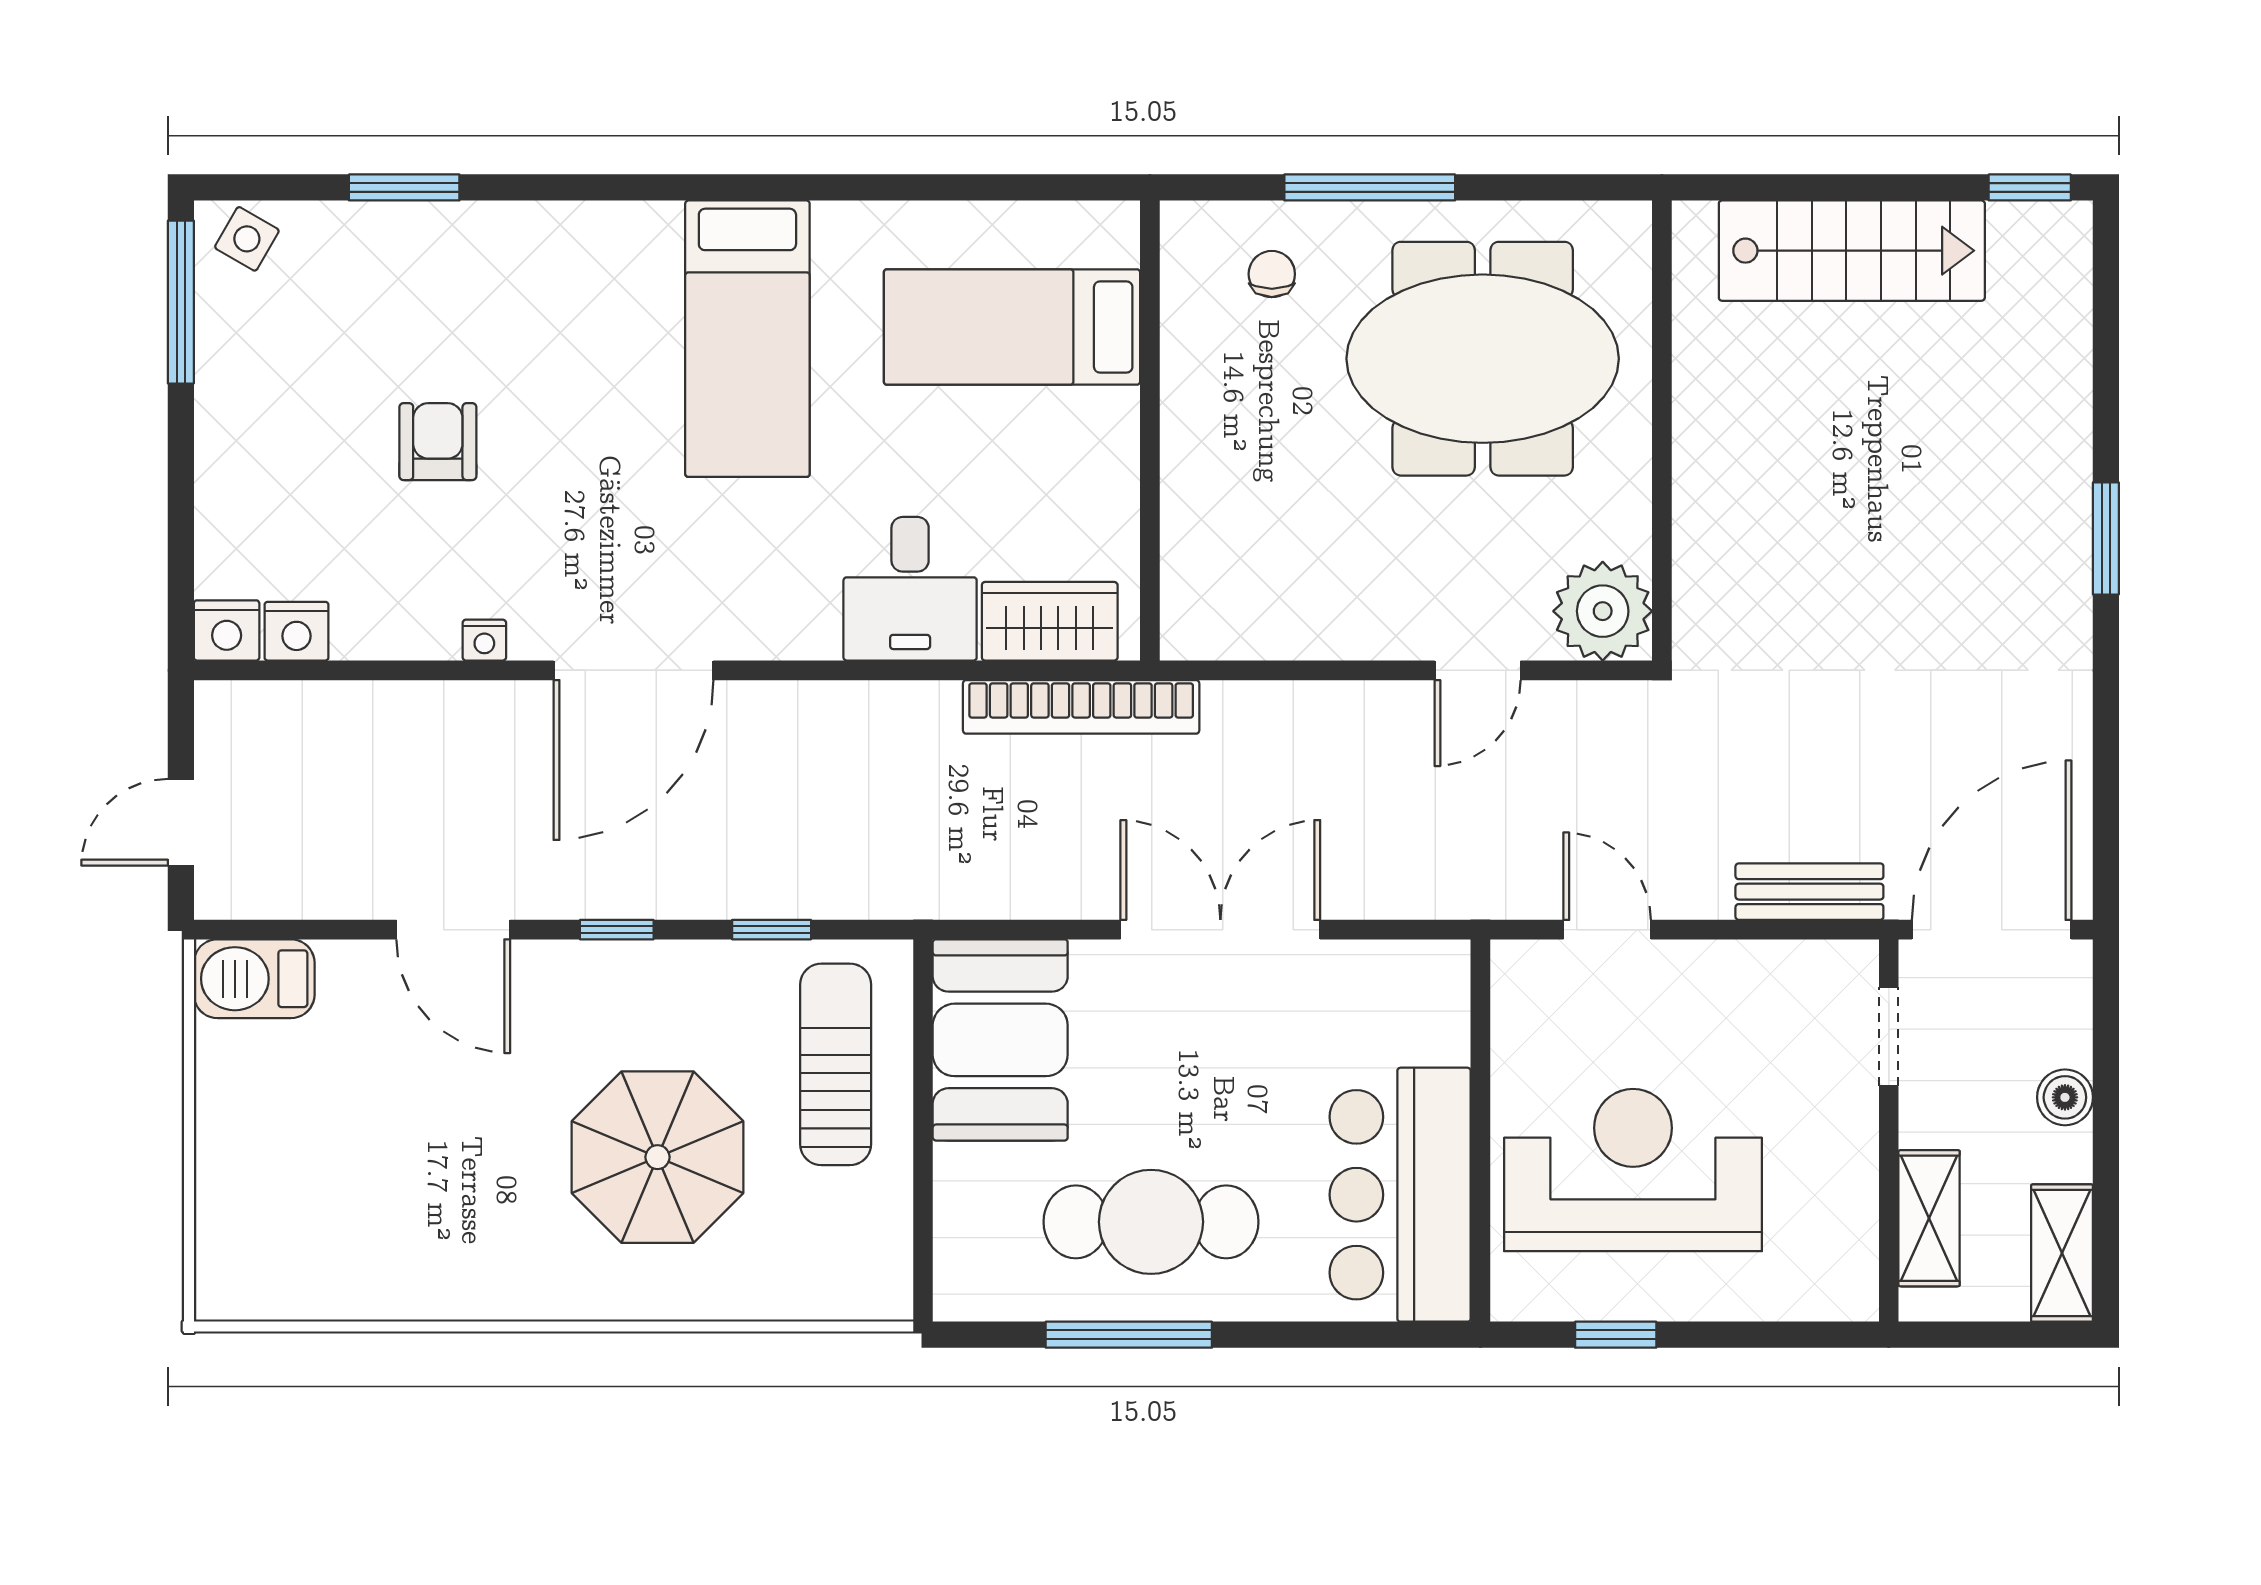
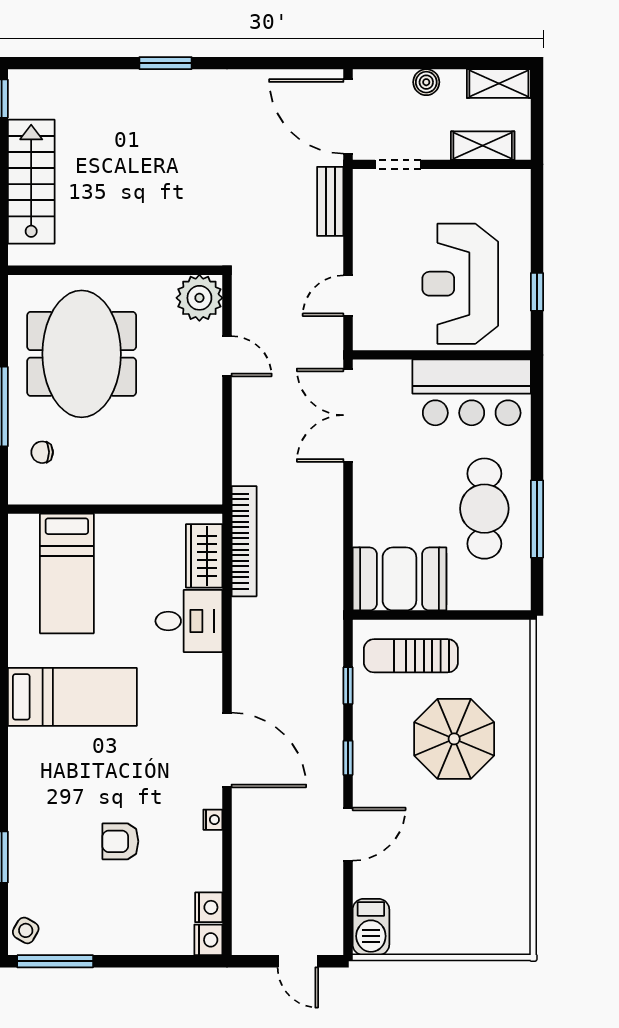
double door: (1220, 930) -> (348, 415), moved

